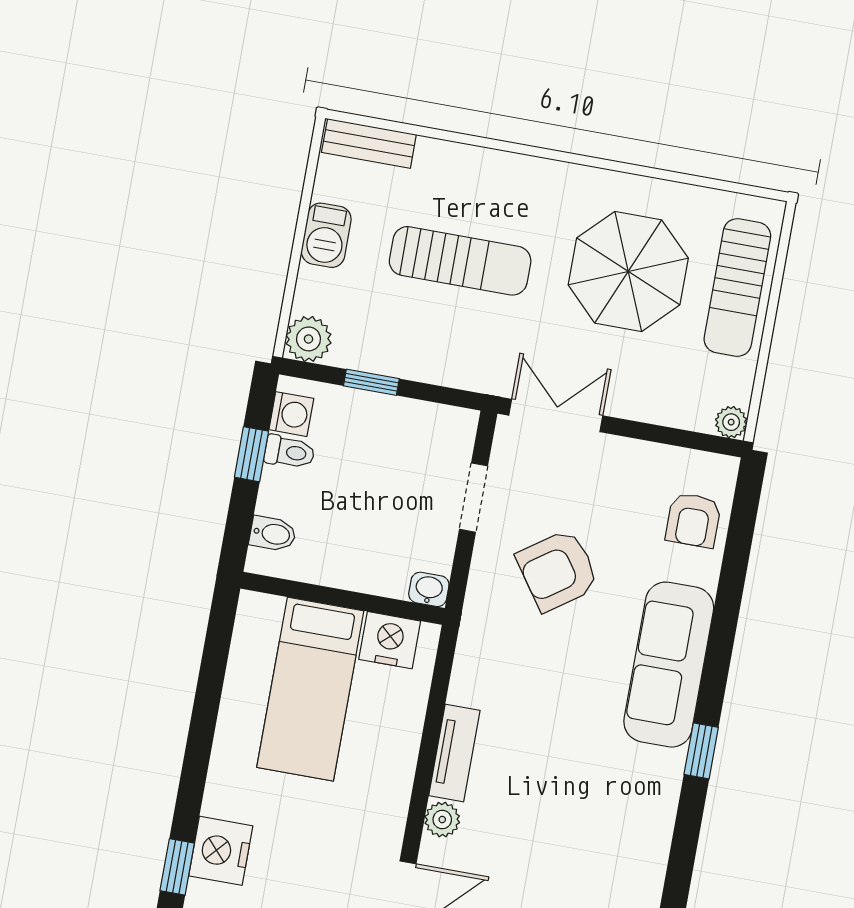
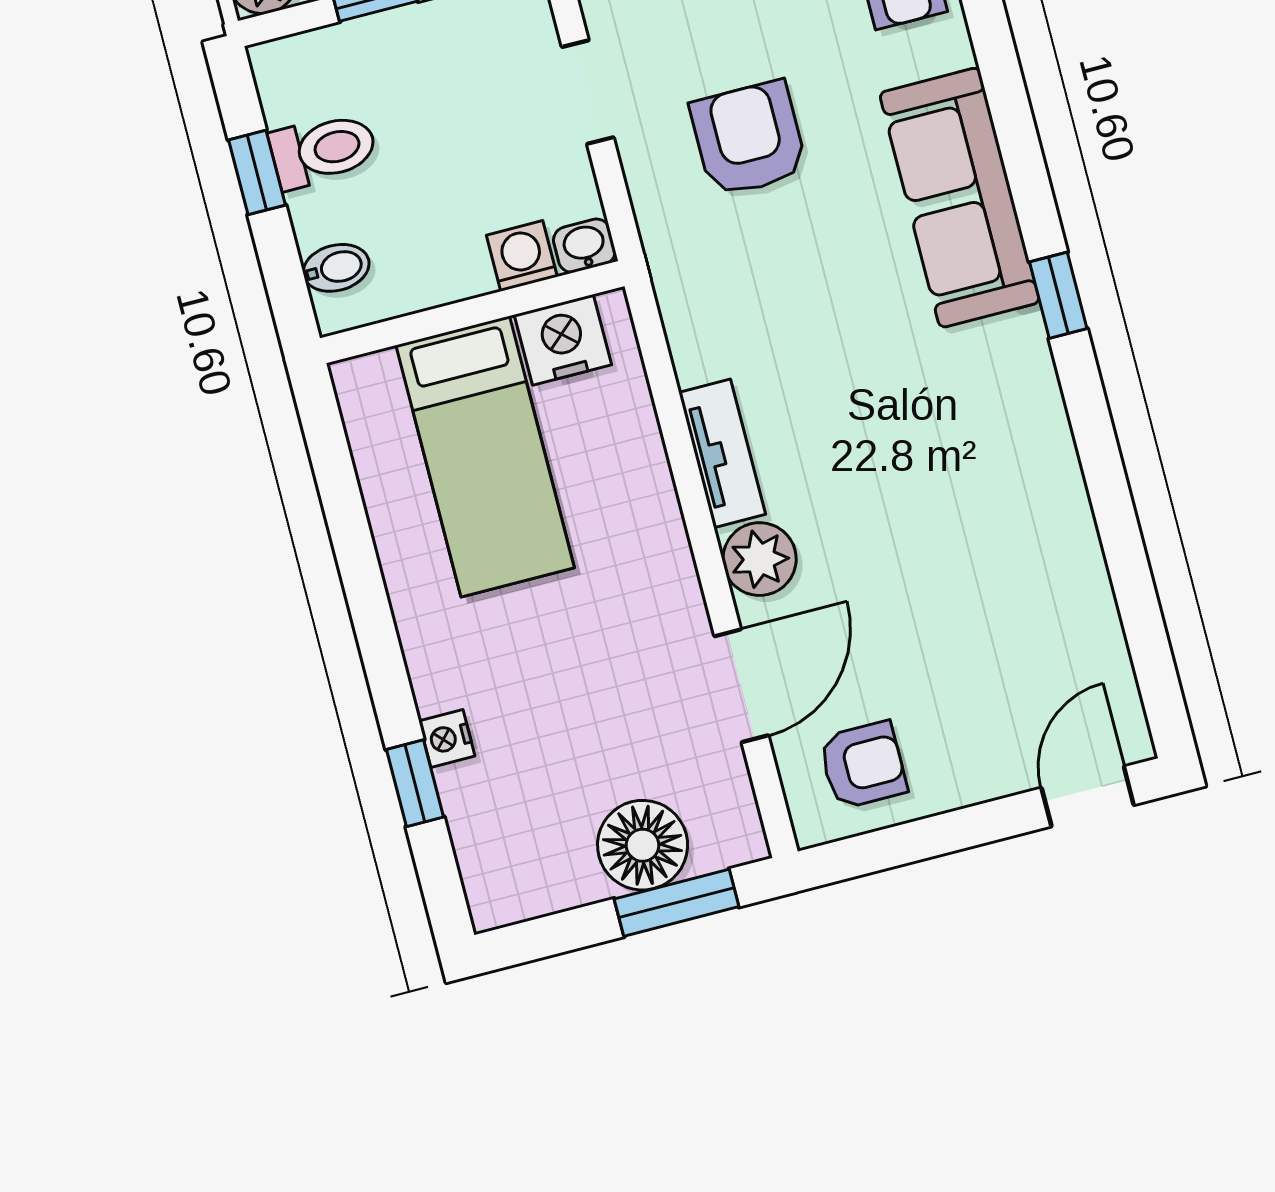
washing machine: (291, 414) -> (522, 256), moved, turned -90
toilet: (289, 452) -> (323, 150), width x1.37, depth x1.39
armchair: (558, 570) -> (749, 139), turned 125
plant: (442, 820) -> (760, 559), width x1.38, depth x1.38
nightstand: (221, 851) -> (447, 739), width x0.53, depth x0.56

